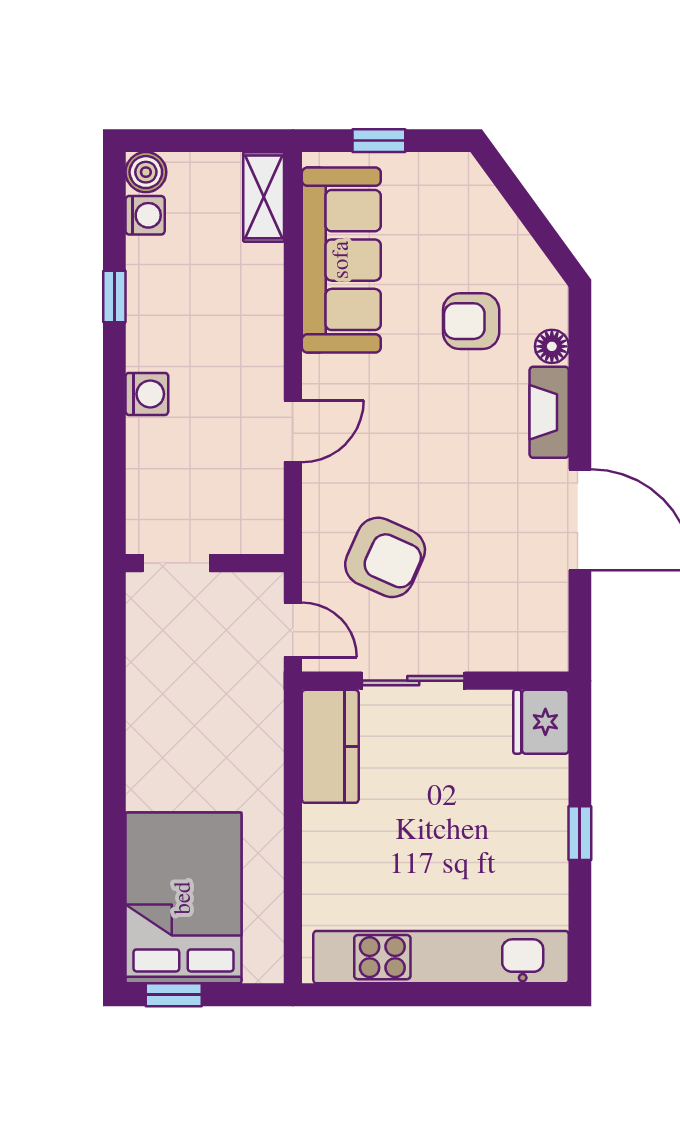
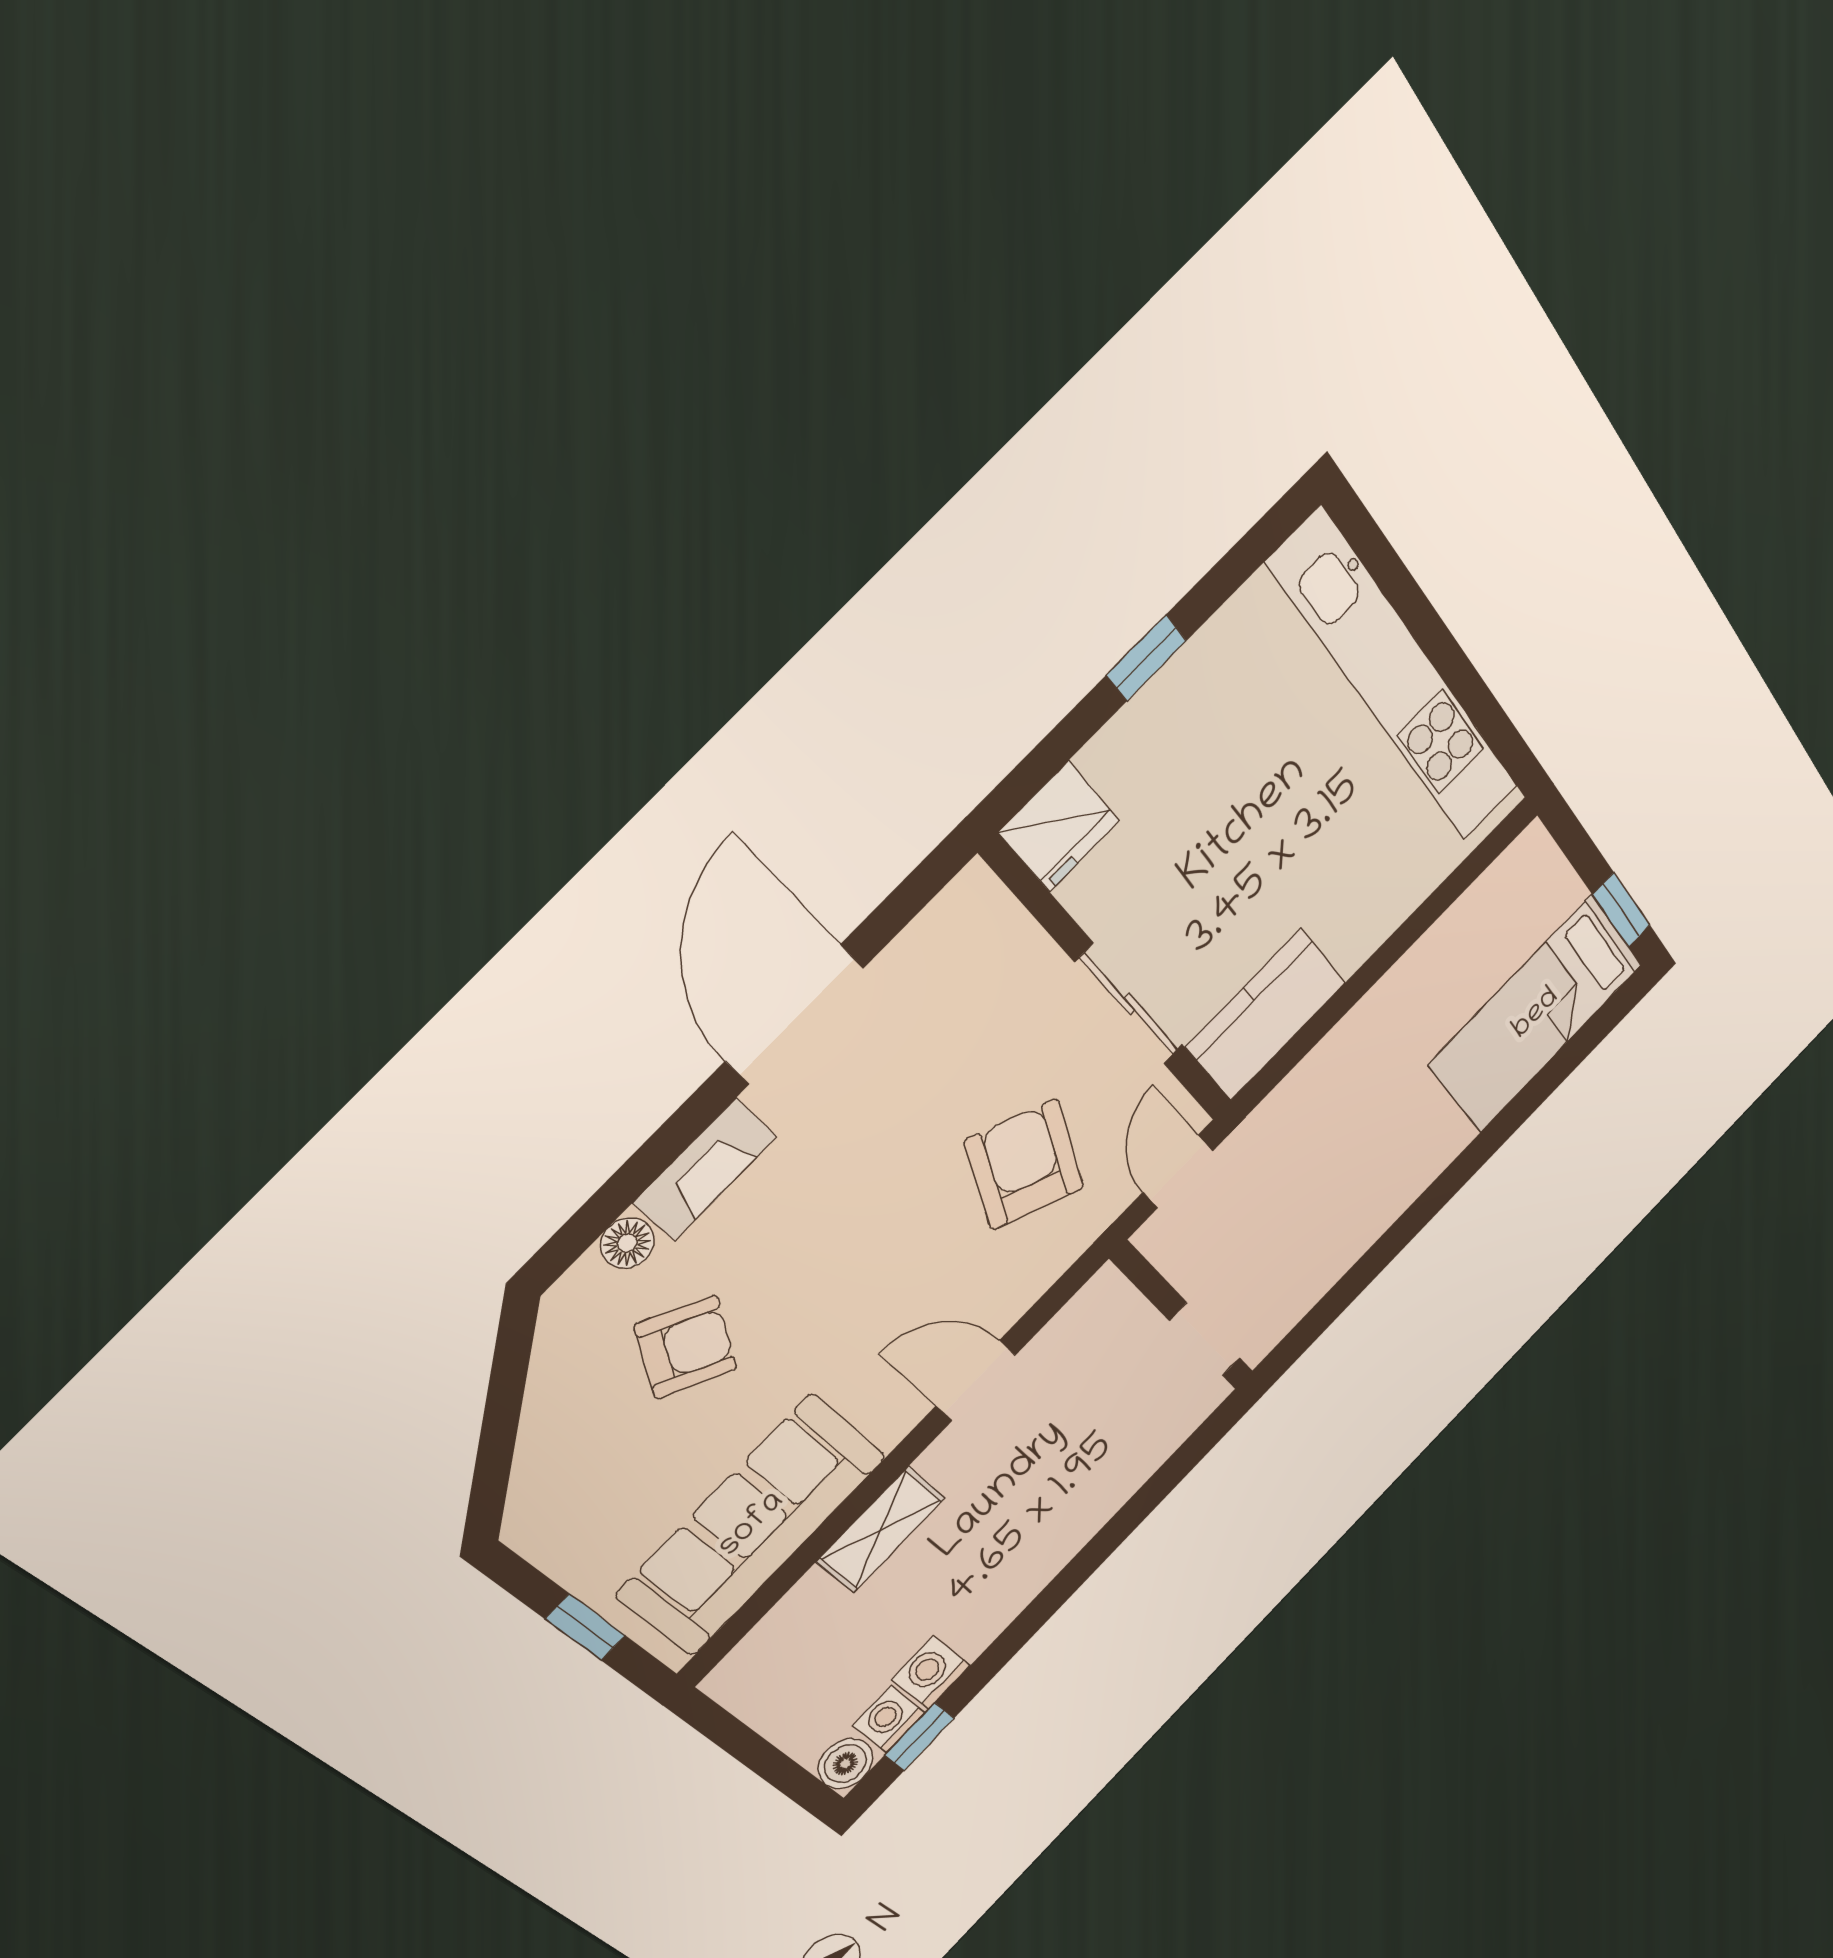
shelving: (264, 197) -> (881, 1530), moved
window: (114, 297) -> (919, 1737), moved
armchair: (471, 321) -> (686, 1347), turned -61
washing machine: (147, 394) -> (931, 1673), moved
bed: (183, 898) -> (1536, 1014), width x0.67

